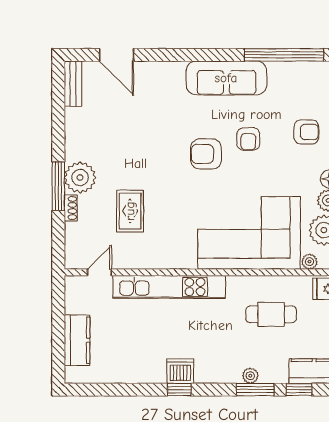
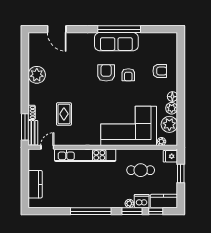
window: (284, 55) -> (119, 29), moved
bench: (73, 84) -> (33, 133), moved
armchair: (206, 154) -> (106, 73), moved, turned 90
plant: (80, 177) -> (37, 75), moved
window: (58, 186) -> (25, 127), moved
dishwasher: (180, 371) -> (142, 201), moved
window: (179, 390) -> (91, 211), width x3.17

